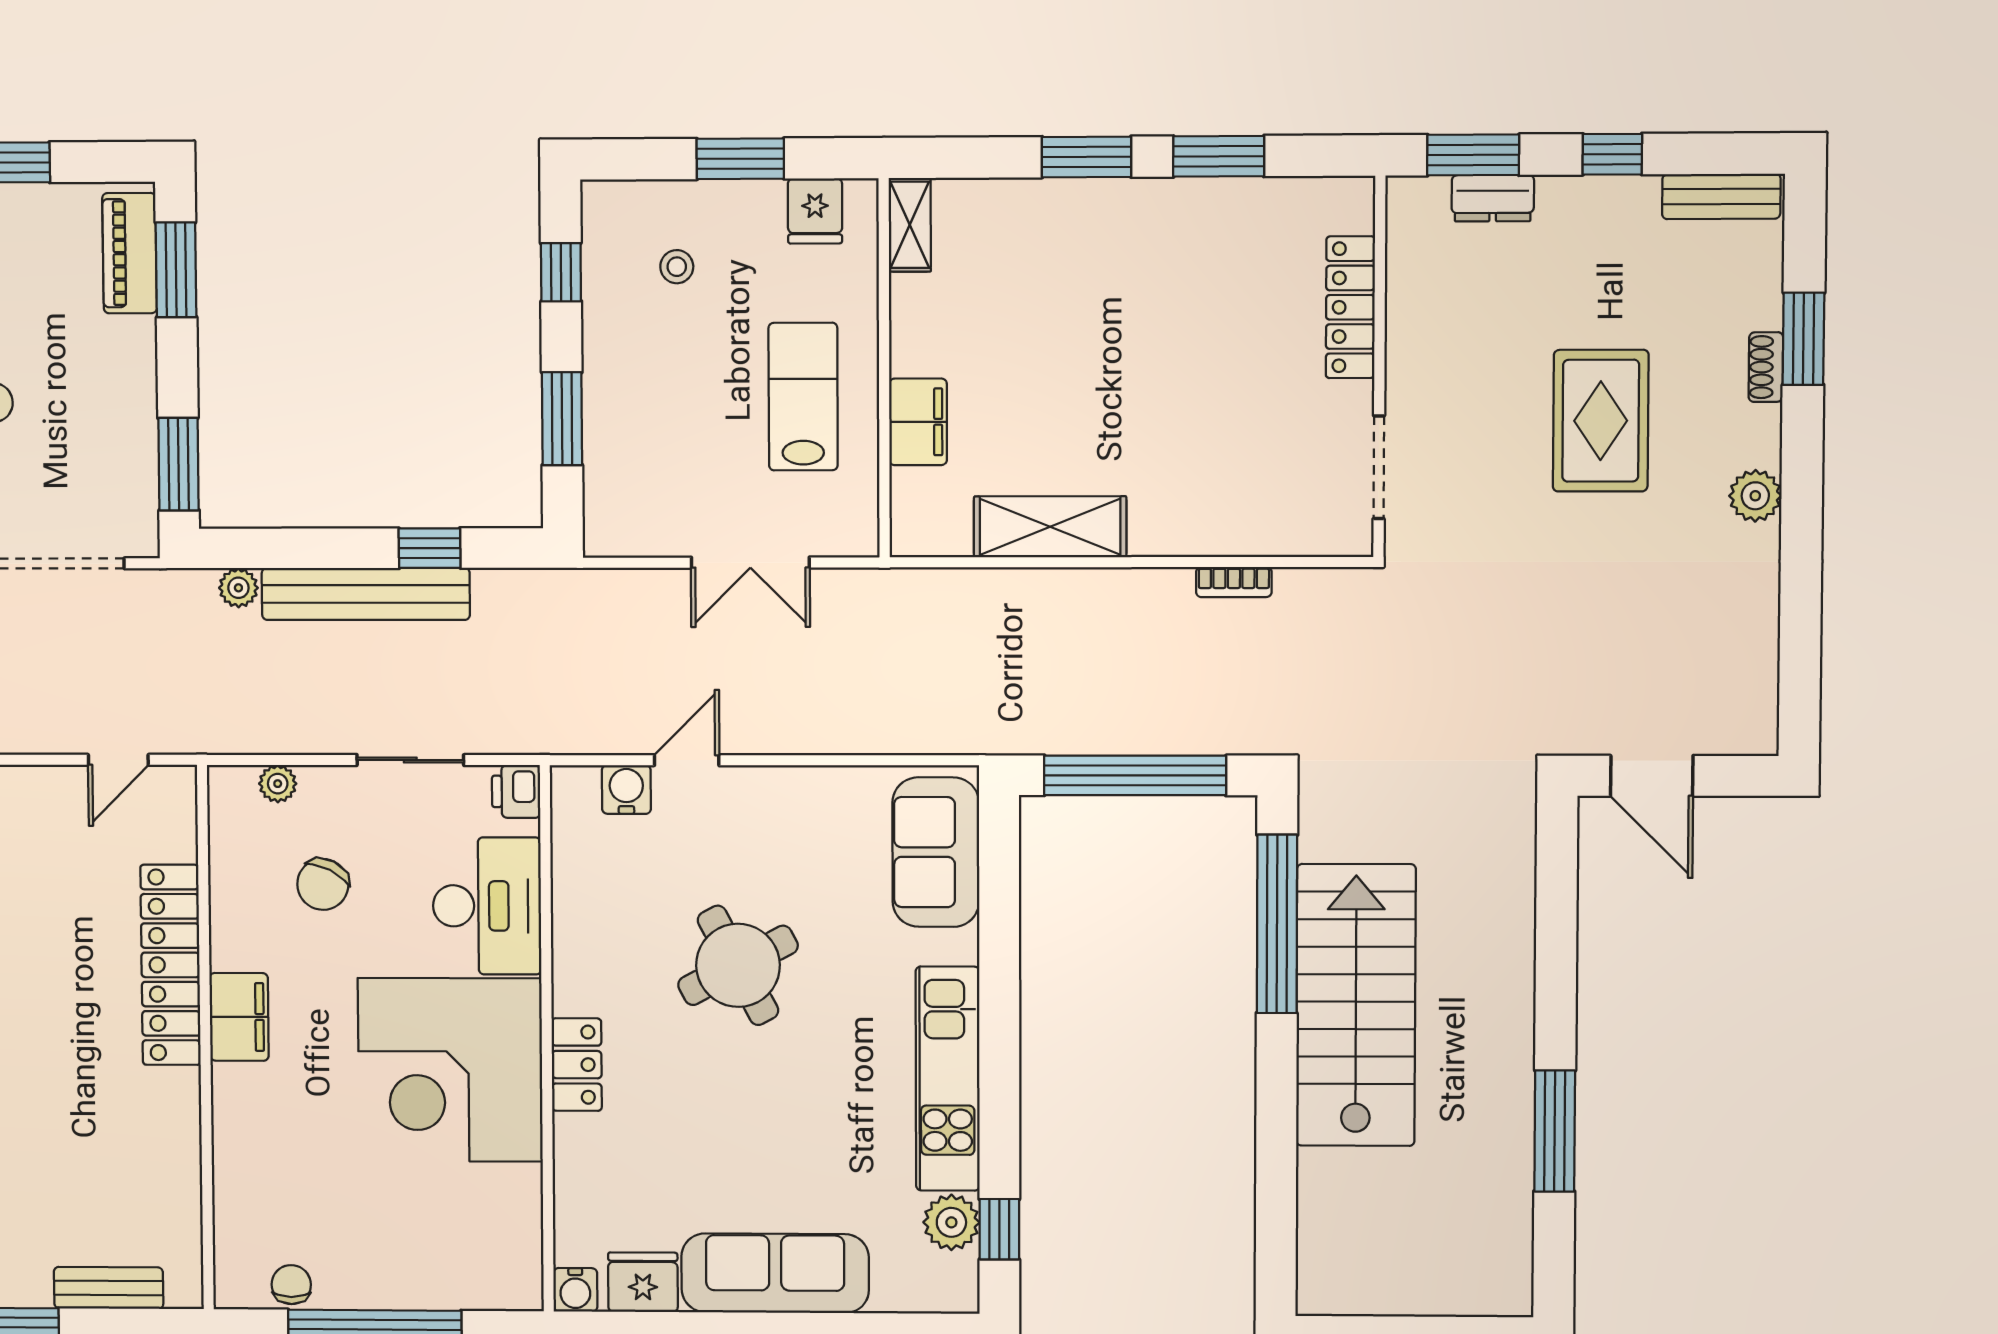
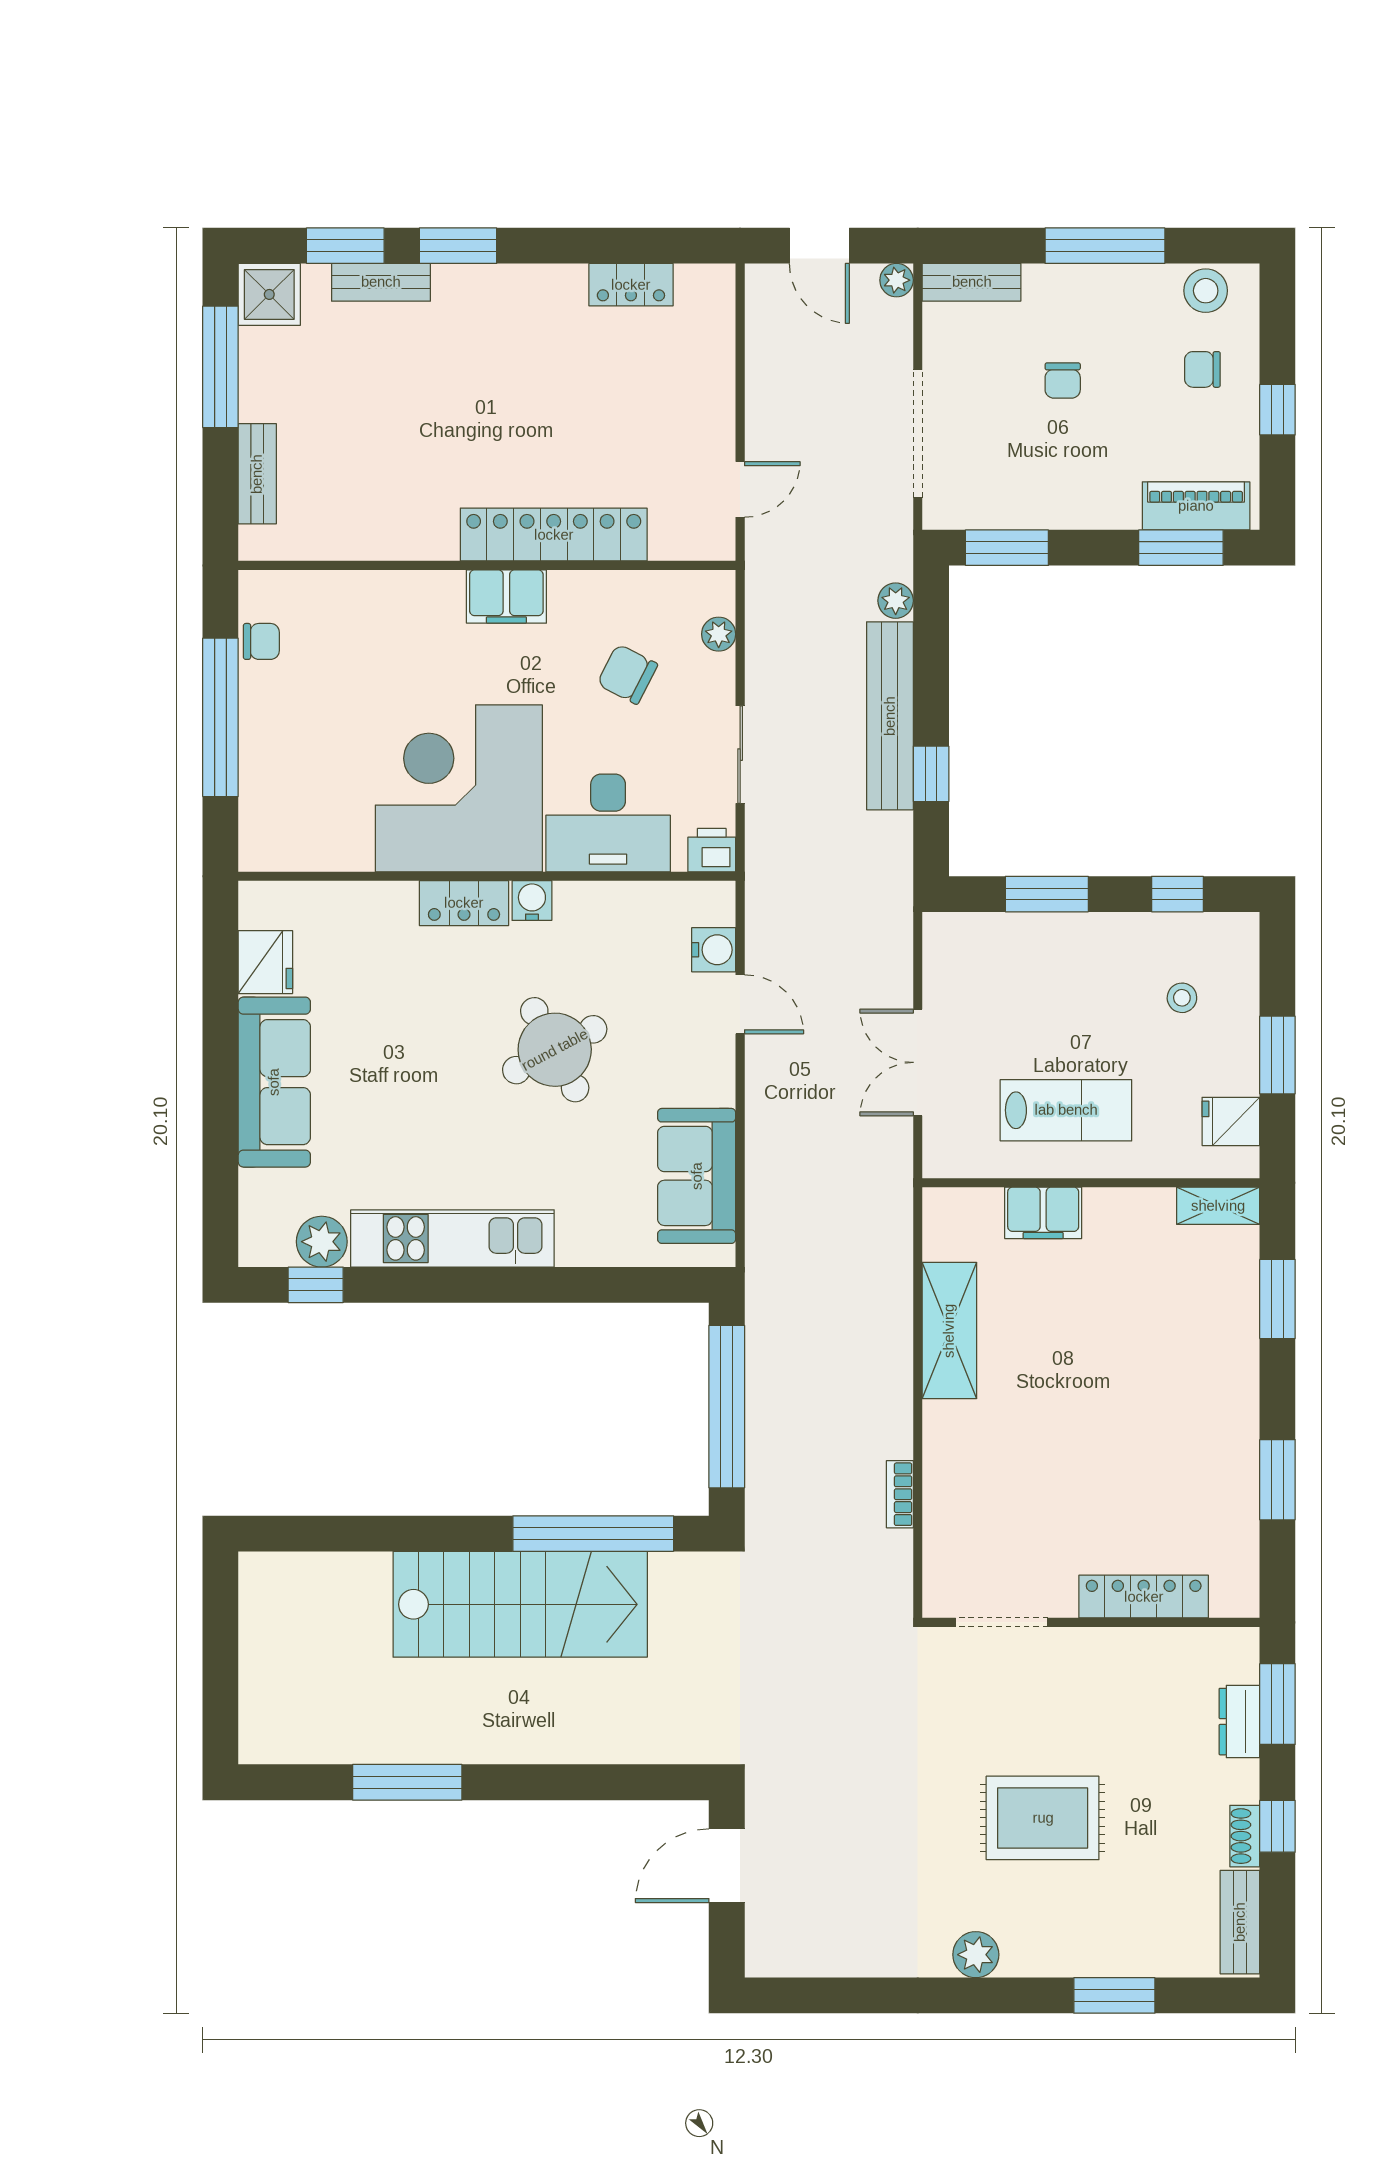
window: (1087, 157) -> (1277, 1299), moved
shoe rack: (1766, 367) -> (1245, 1836), moved, turned -90
door: (118, 760) -> (740, 489), swing flipped
sofa: (936, 852) -> (697, 1176), moved, turned -90
water cooler: (575, 1290) -> (532, 901), moved, turned 90

